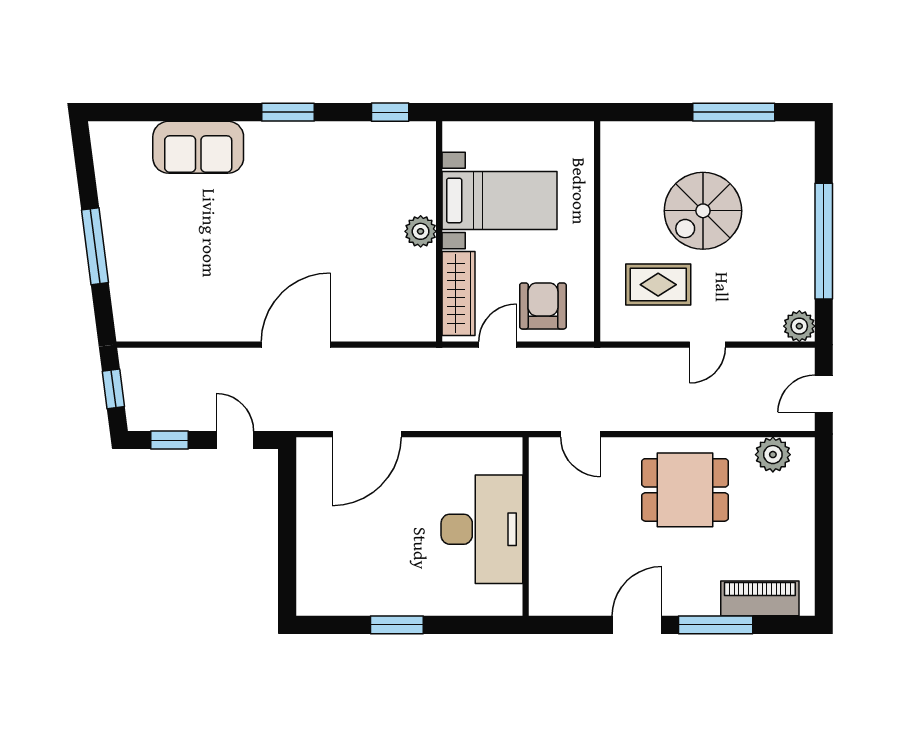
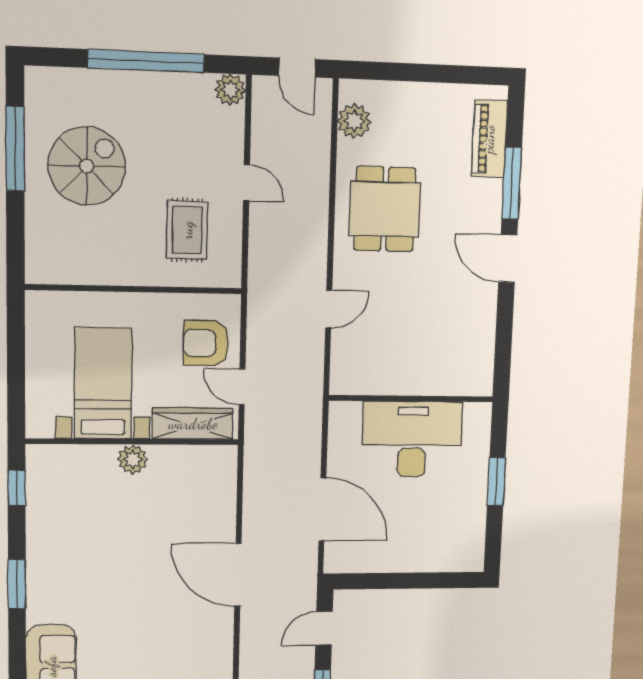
spiral stairs: (703, 211) -> (87, 166), moved, turned -90
wall: (526, 526) -> (411, 399), moved
desk: (482, 529) -> (412, 439), moved

